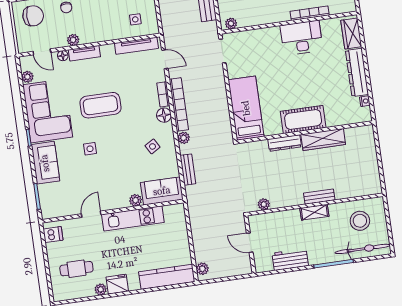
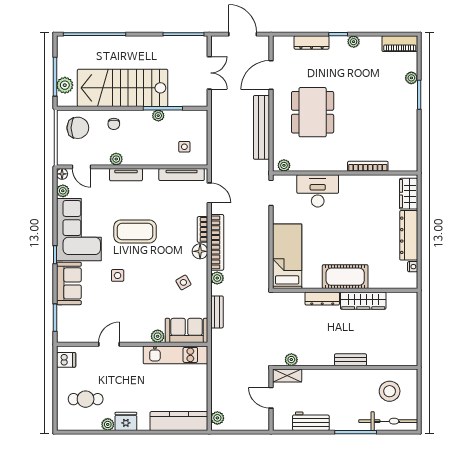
desk: (301, 38) -> (318, 191), moved
floor lamp: (63, 56) -> (62, 174), moved
shelving: (314, 212) -> (287, 375), moved
kitchen unit: (133, 218) -> (176, 355), moved

